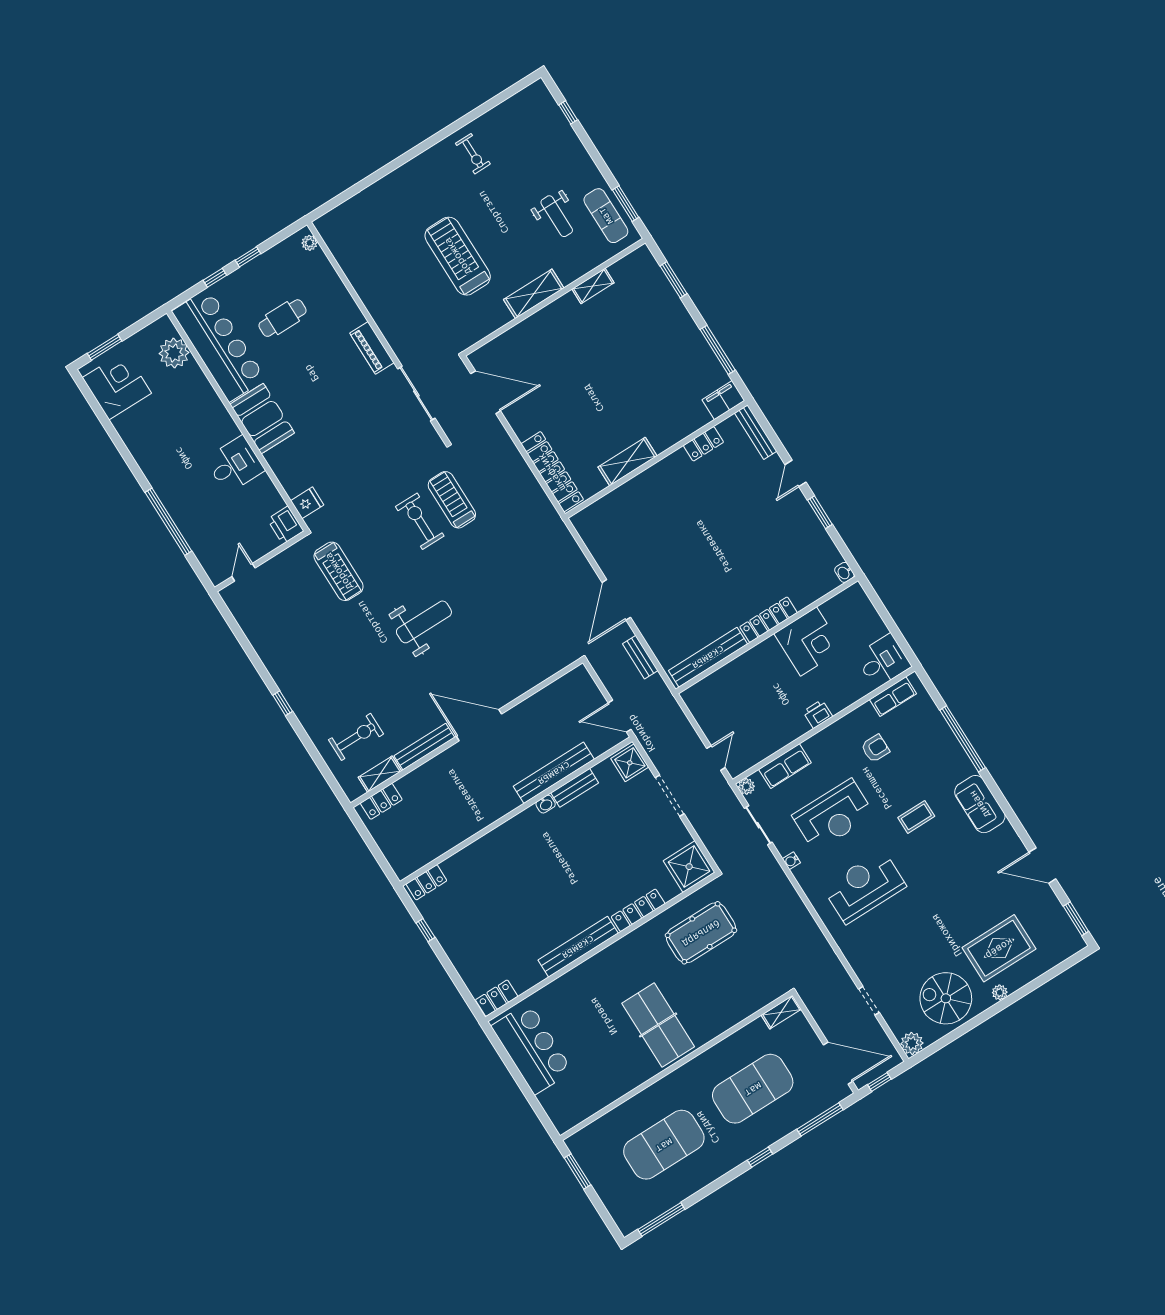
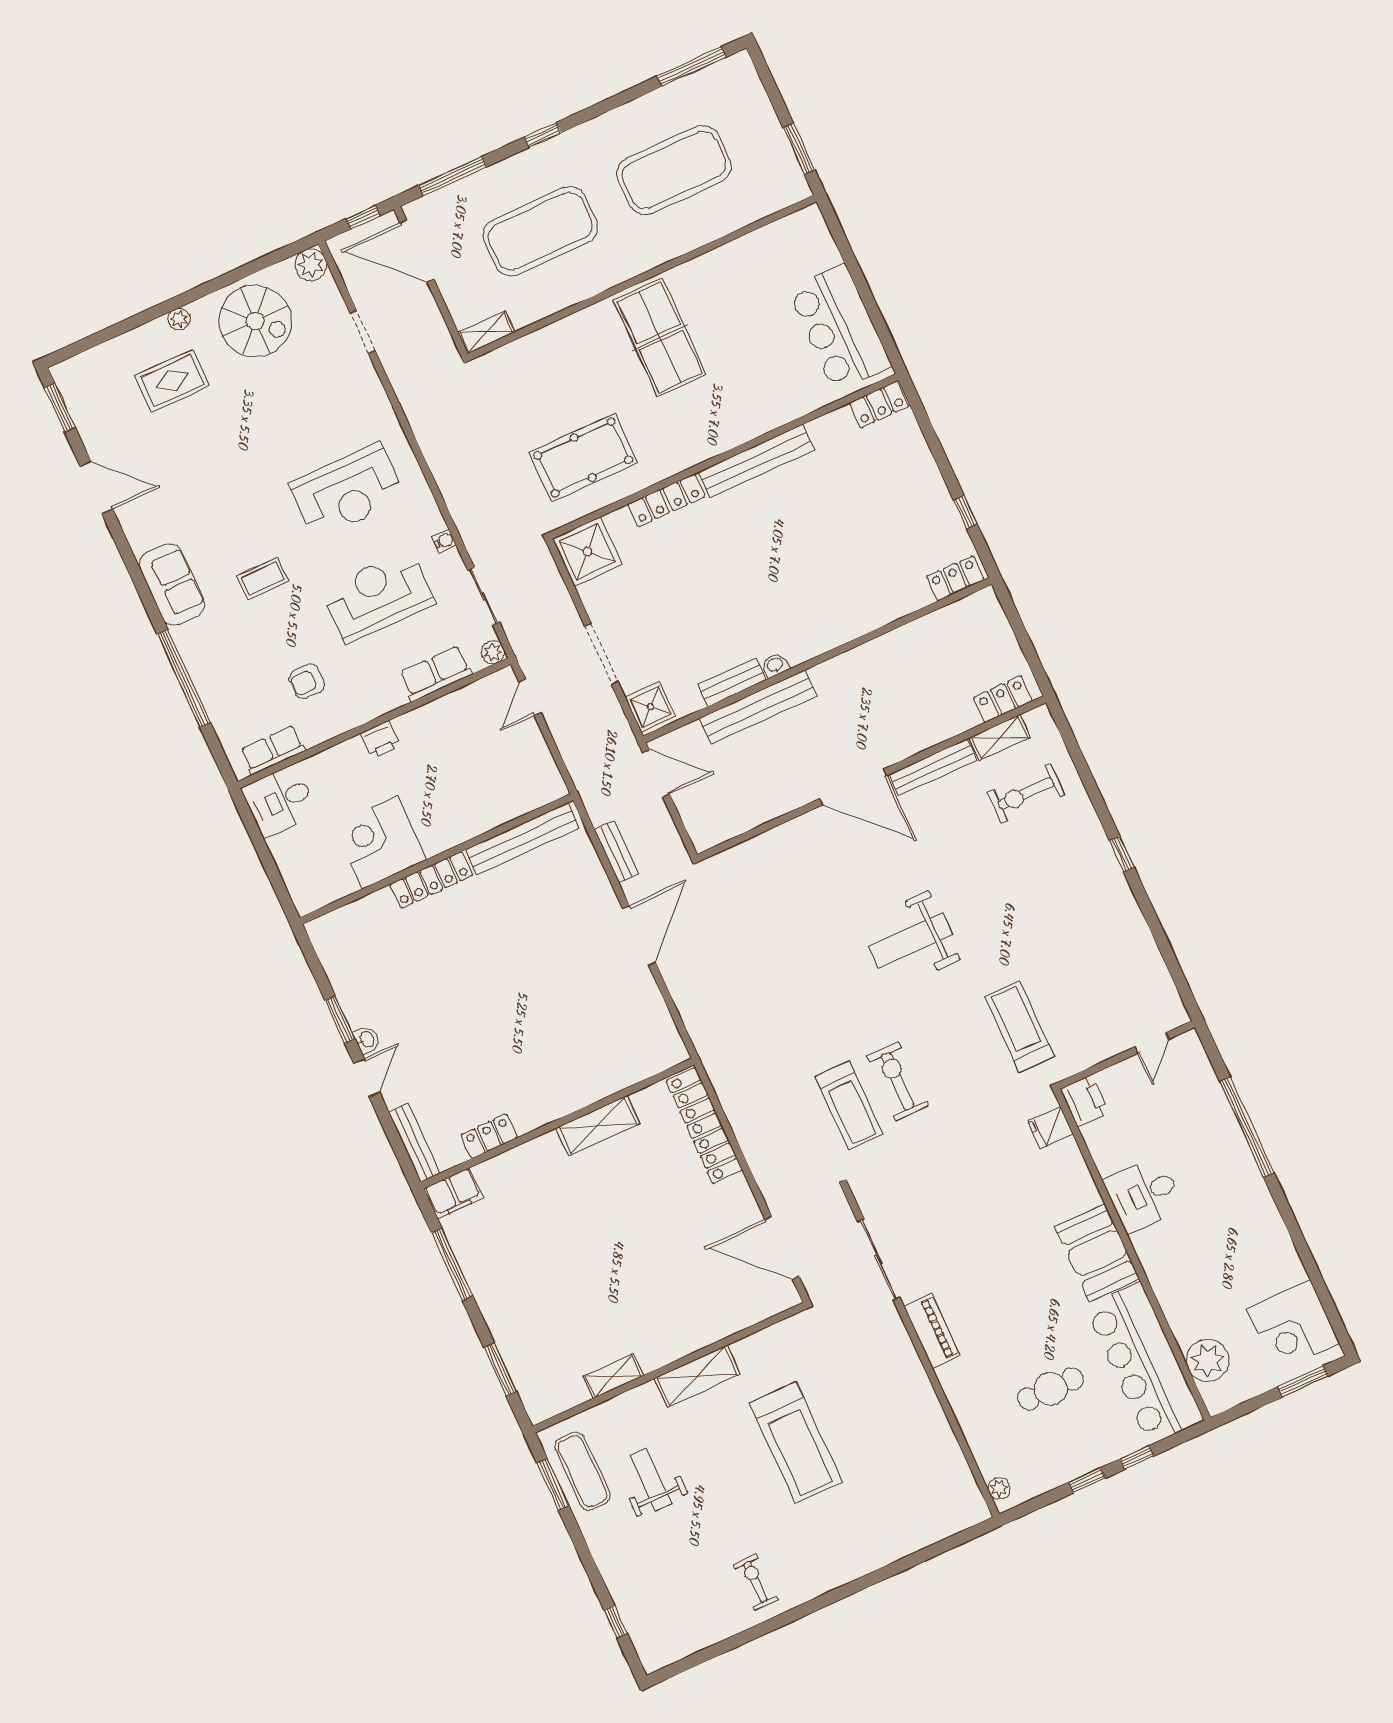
exercise bike: (420, 521) -> (897, 1081), turned 180
washbasin: (844, 572) -> (367, 1040), moved
rug: (999, 948) -> (172, 381), width x0.73, depth x0.70

